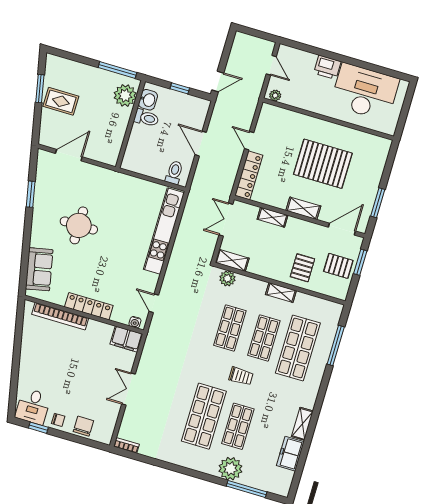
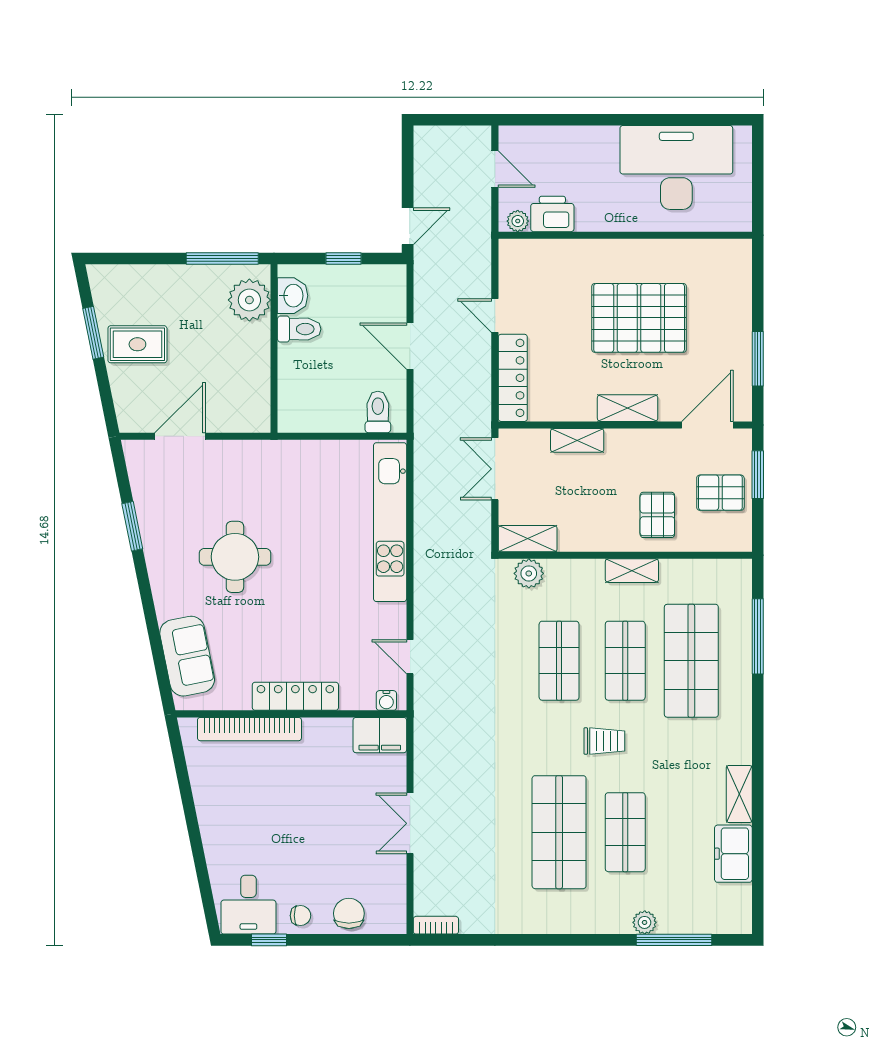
printer: (327, 67) -> (552, 214), moved, turned 180
plant: (230, 469) -> (645, 922), width x0.53, depth x0.53

